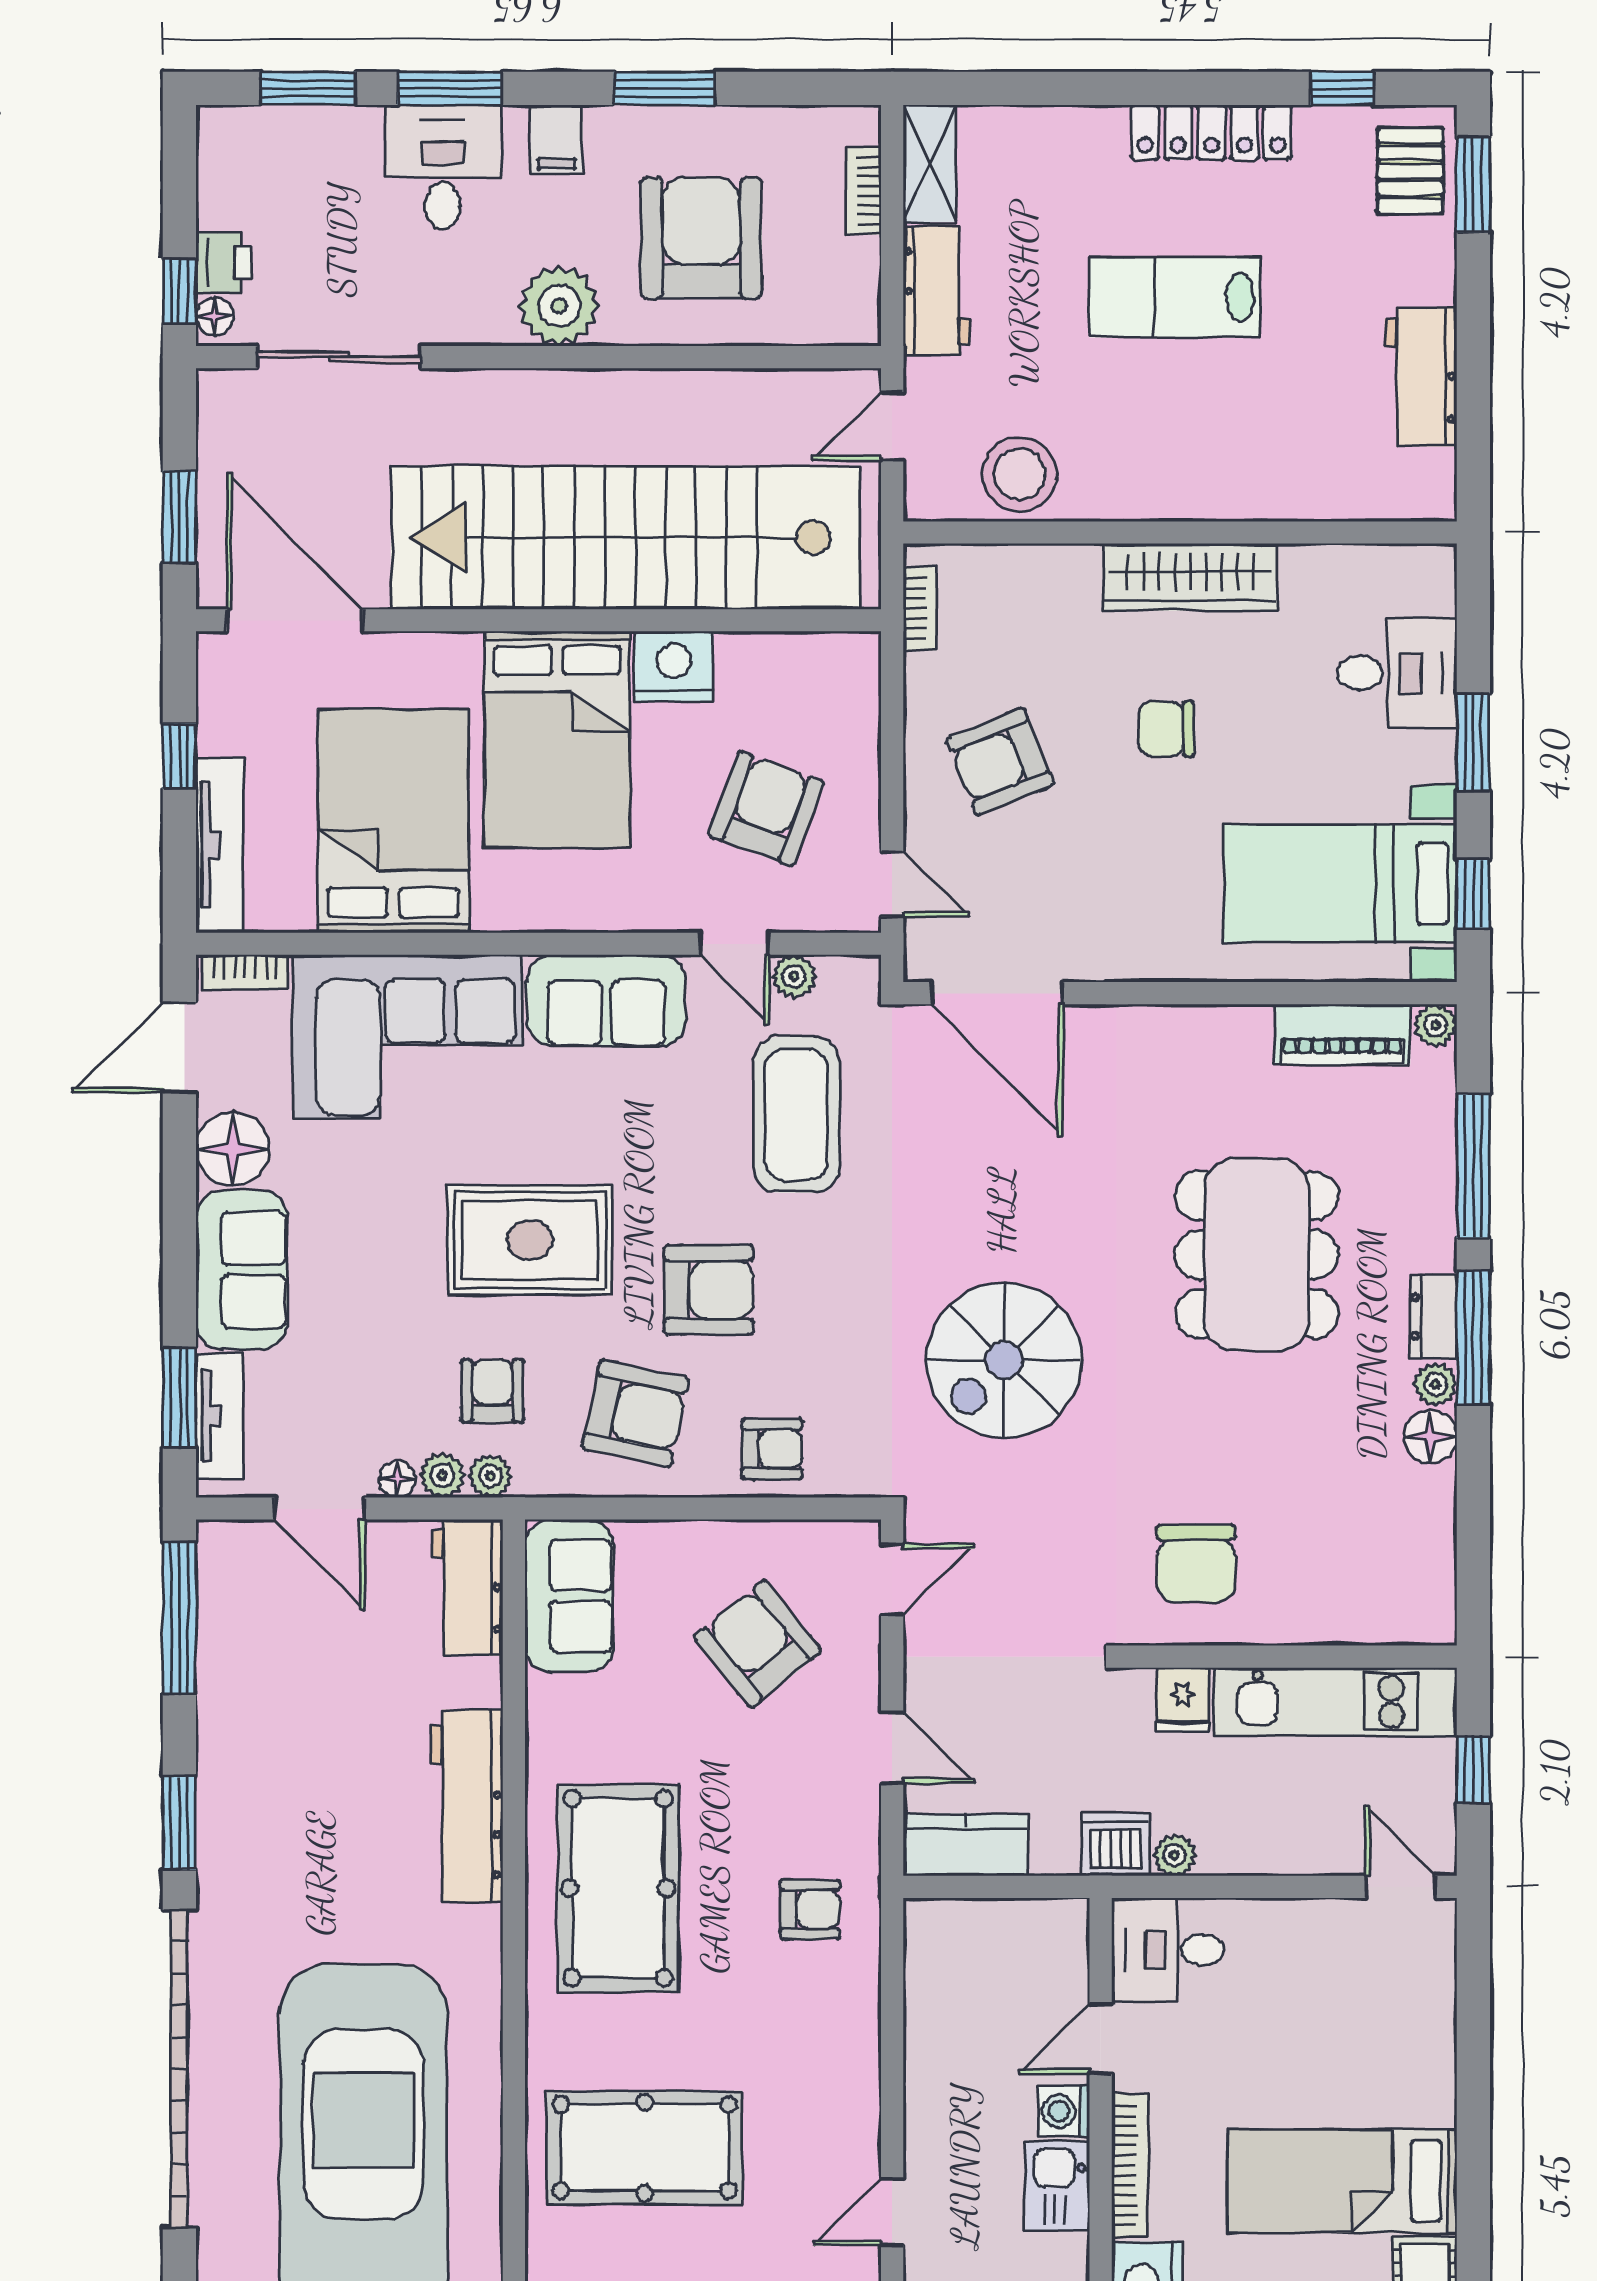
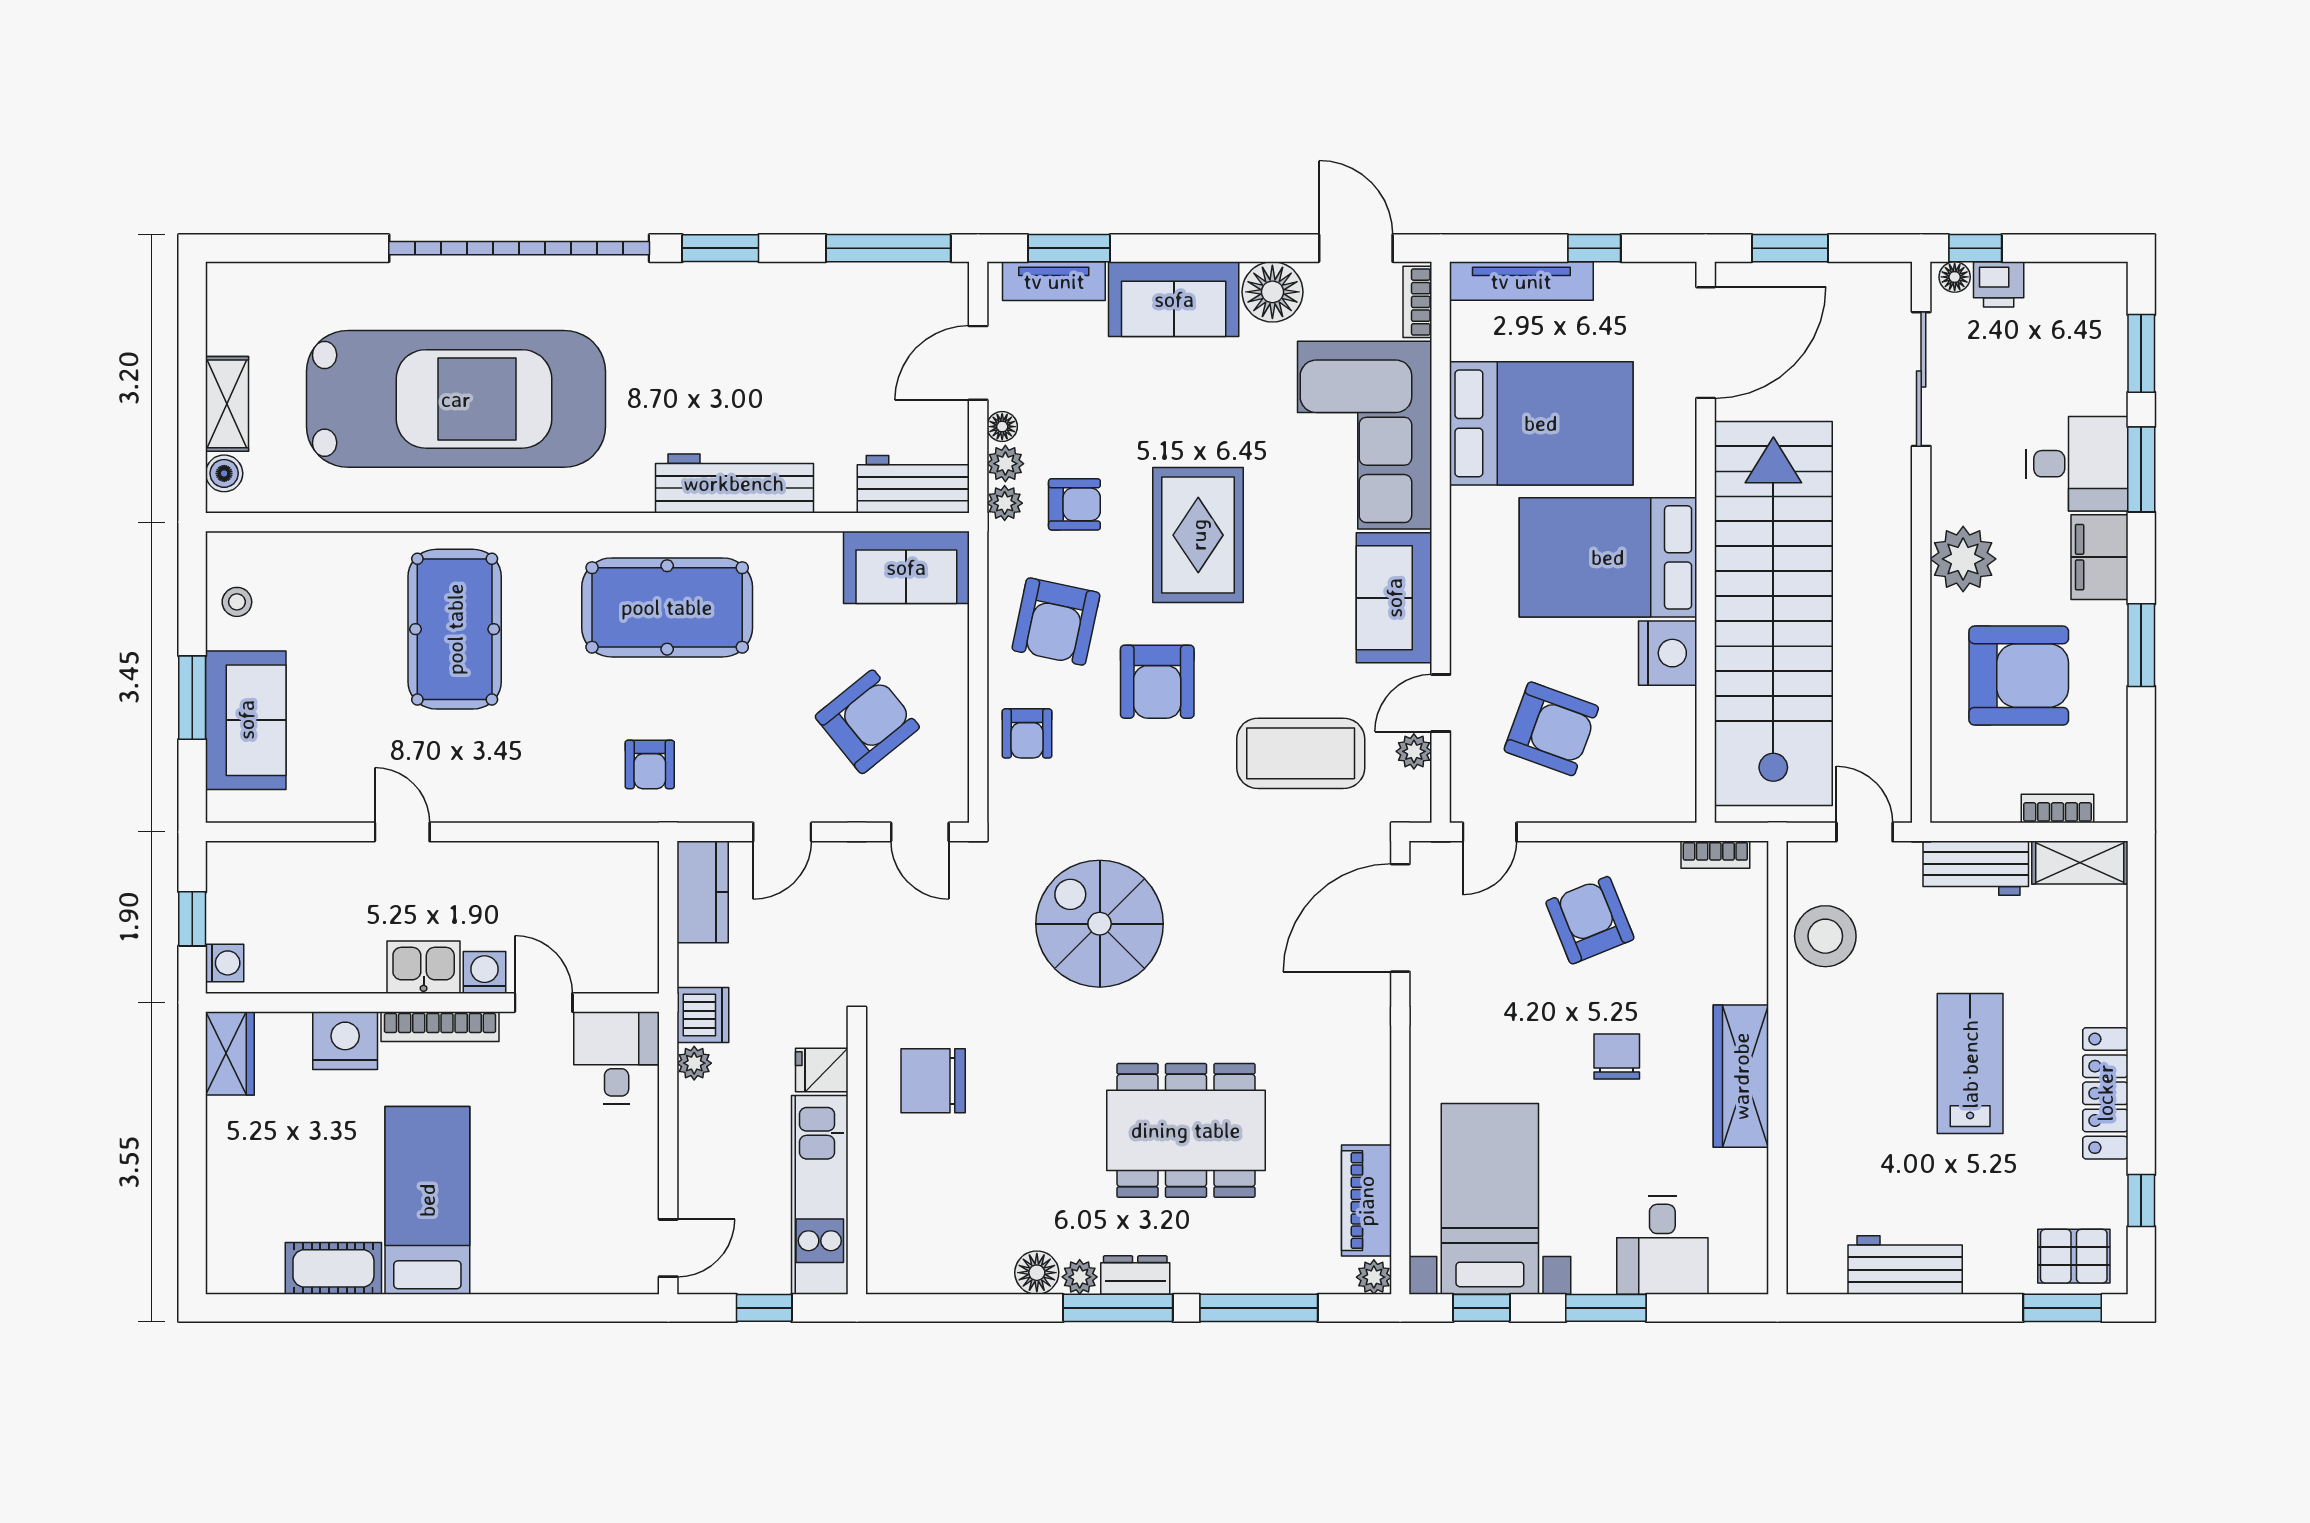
filing cabinet: (557, 139) -> (2099, 557), width x2.00

